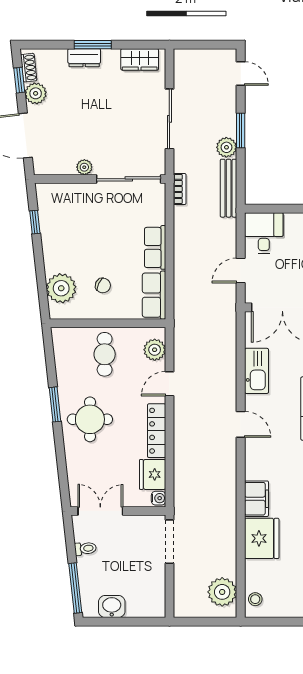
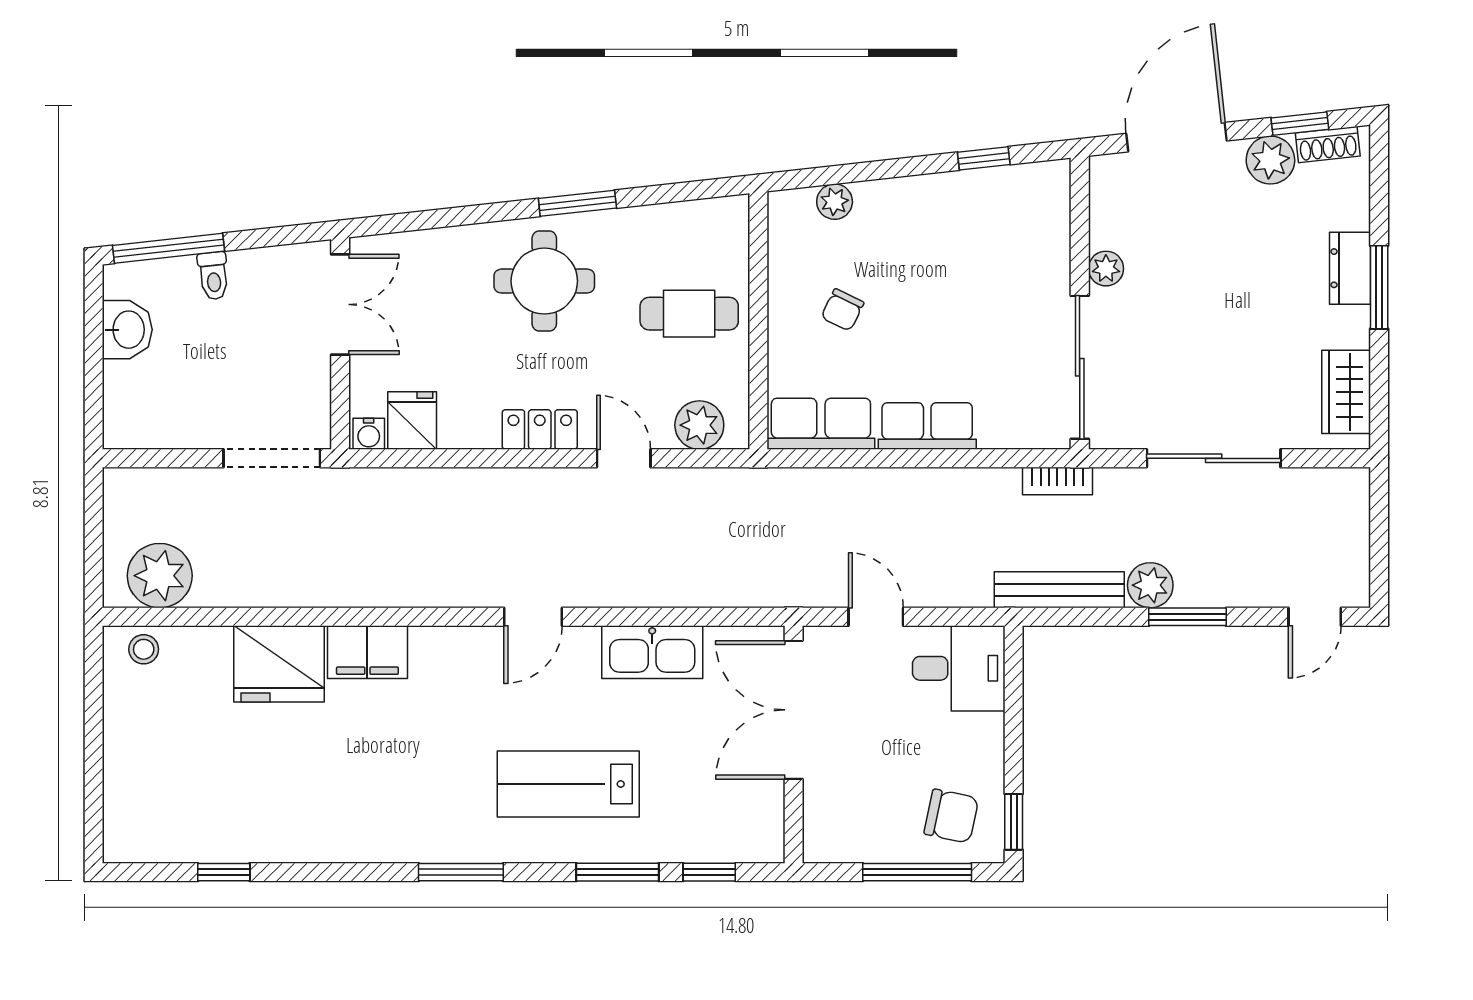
plant: (61, 288) -> (835, 202), width x0.53, depth x0.53
locker: (157, 431) -> (540, 429), width x0.66
fridge: (153, 474) -> (412, 420), width x0.72
toilet: (85, 549) -> (213, 276), moved

